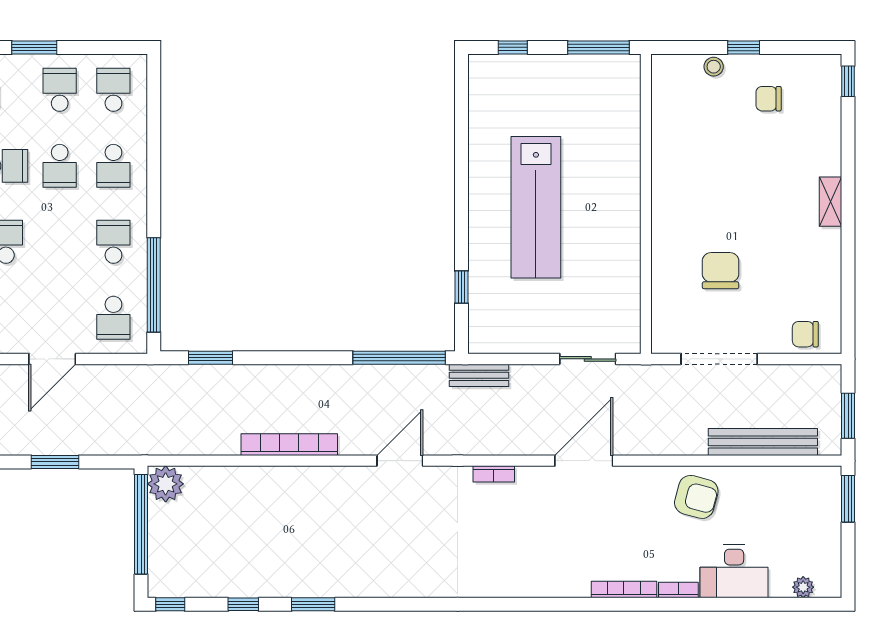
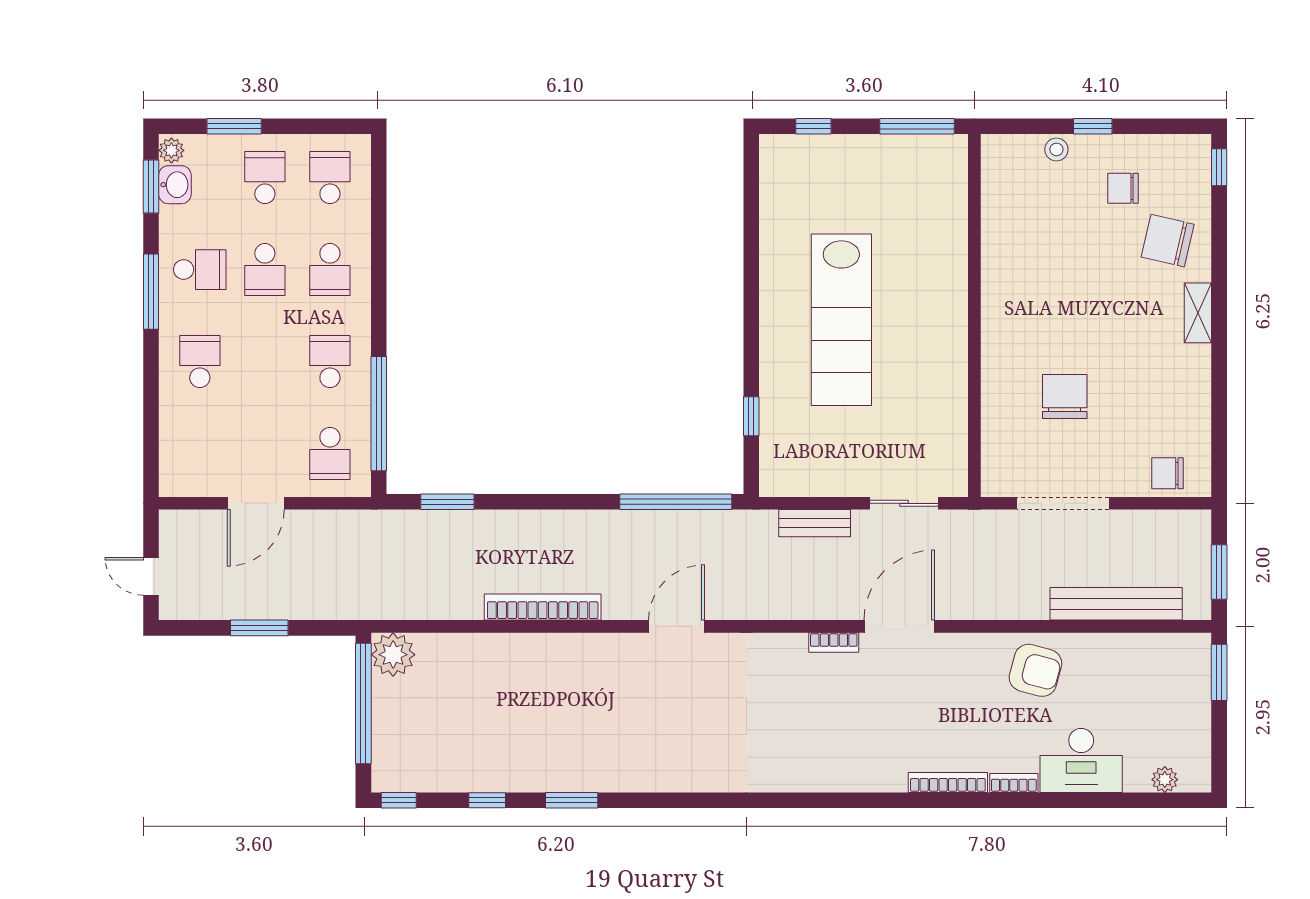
chair: (806, 142) -> (1168, 241), added
bench: (479, 375) -> (815, 523), moved
bookcase: (494, 474) -> (834, 642), moved

